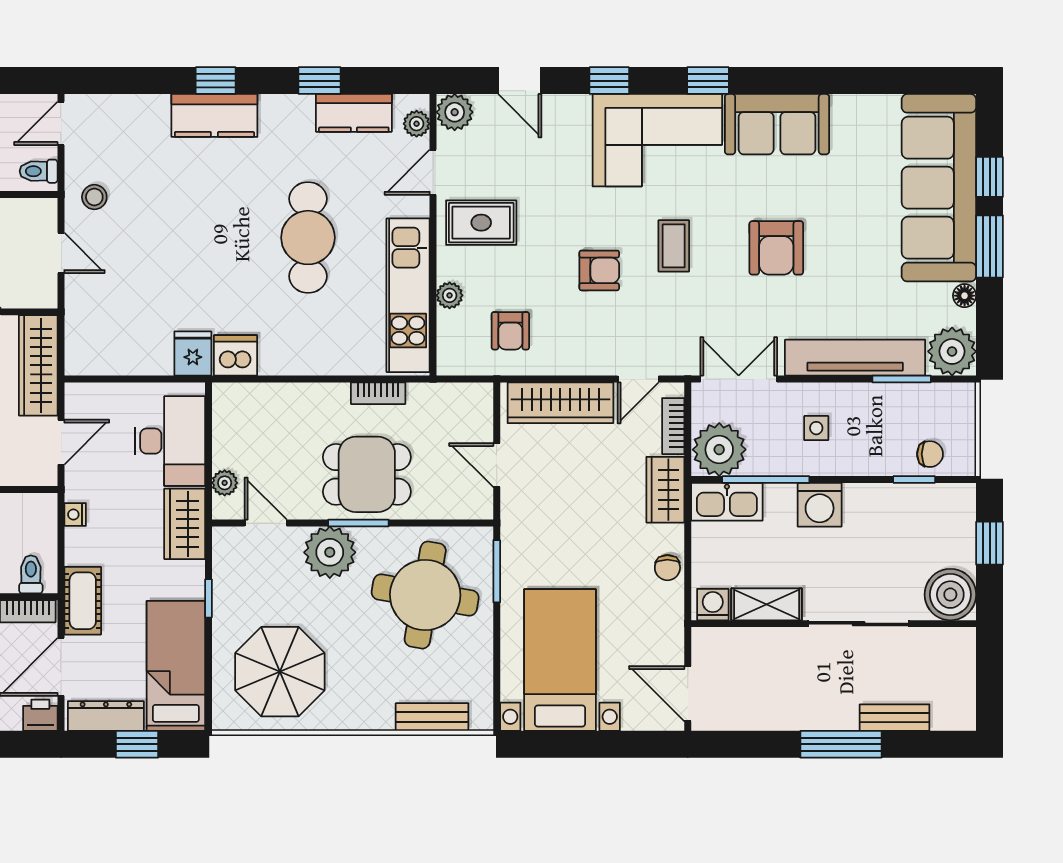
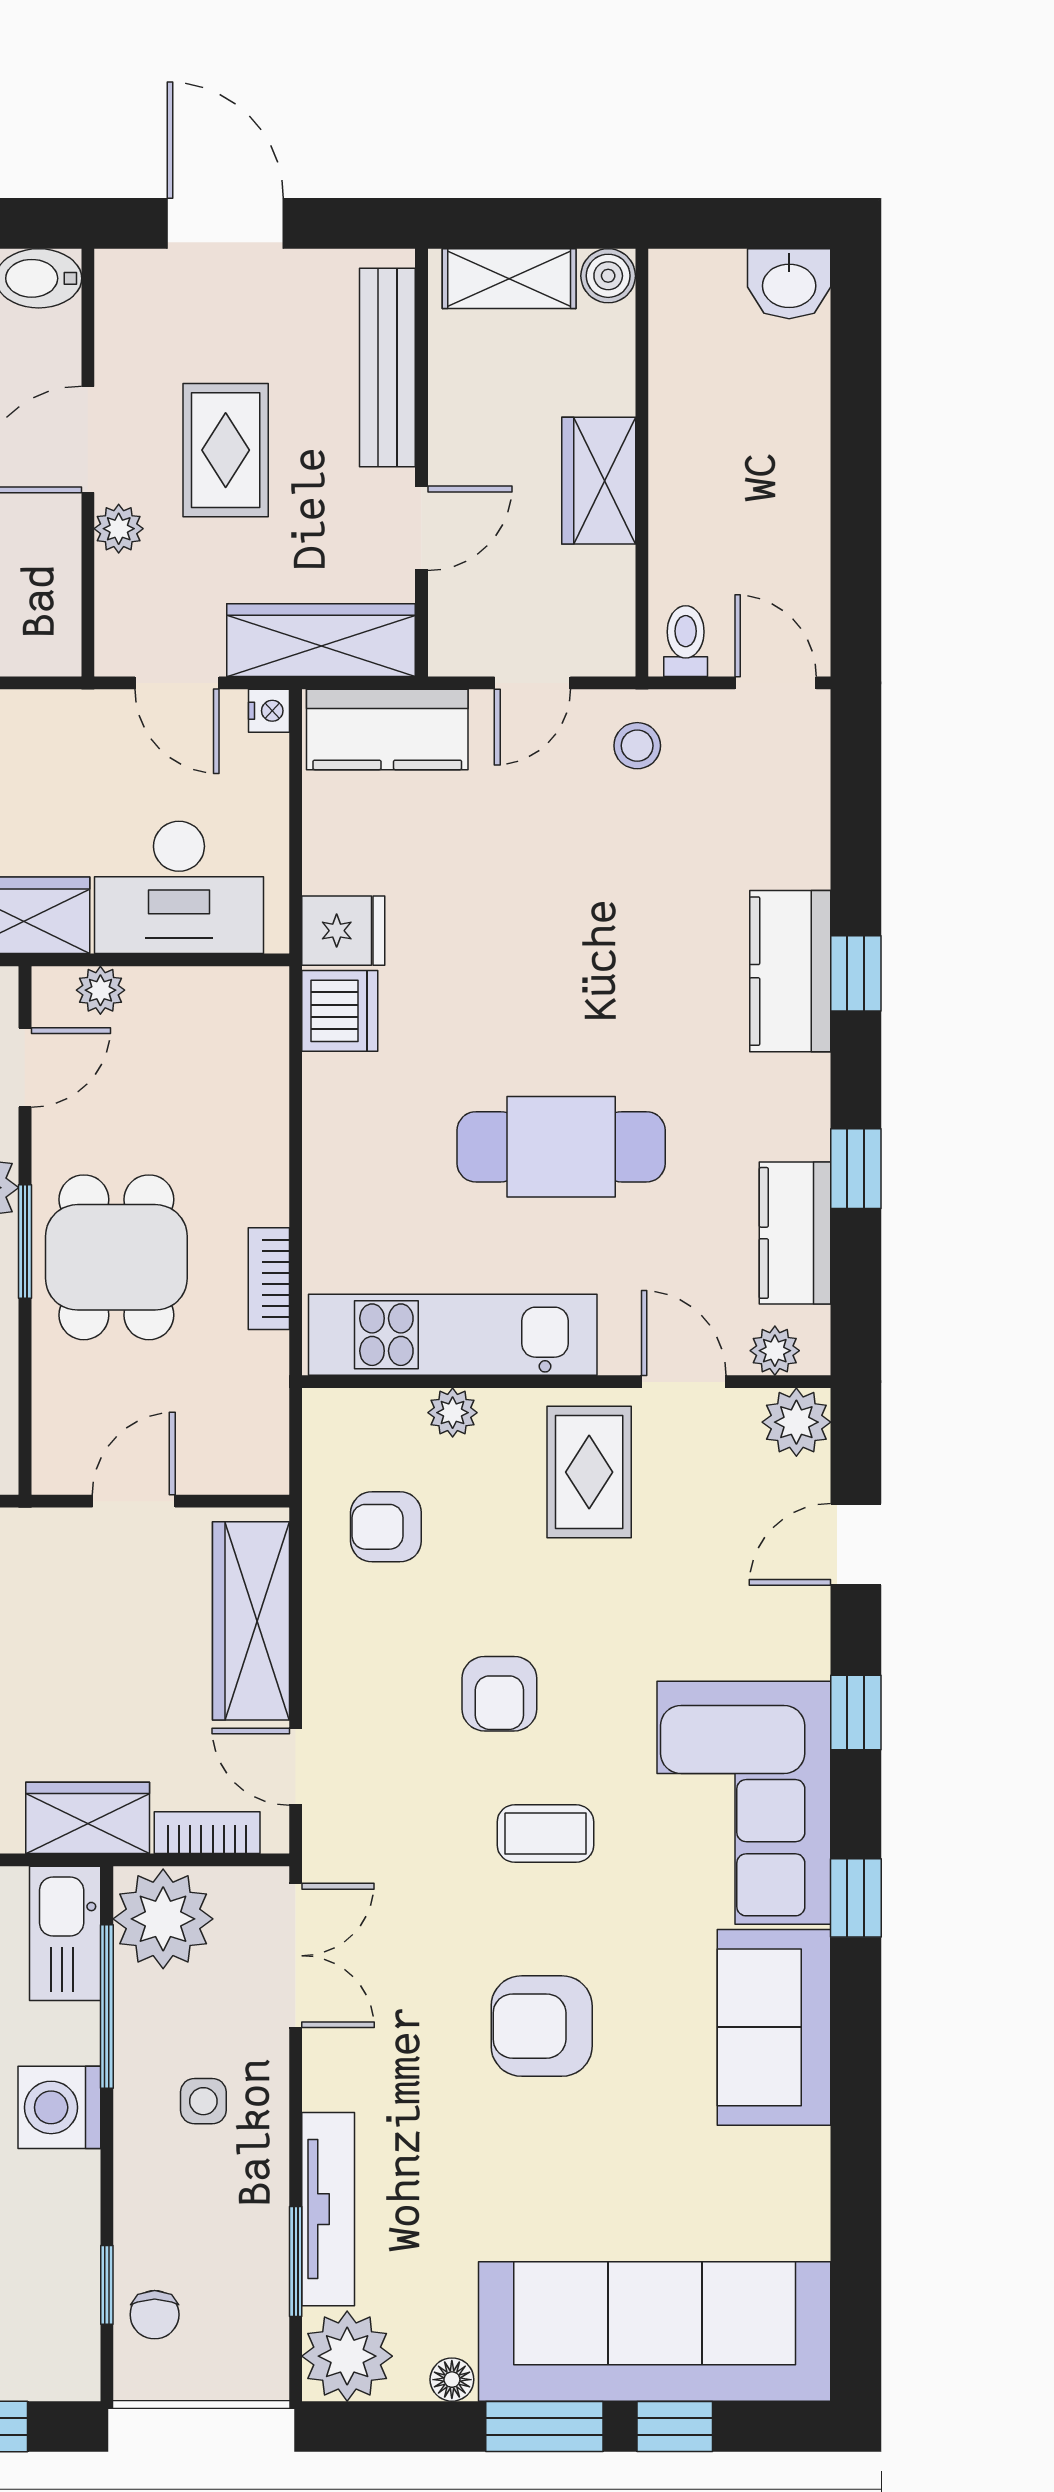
kitchen counter: (86, 330) -> (387, 729), added
tv unit: (855, 358) -> (328, 2209), width x0.73, depth x0.78
nightstand: (75, 515) -> (269, 711), moved, turned 90

